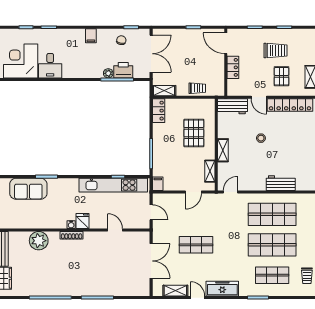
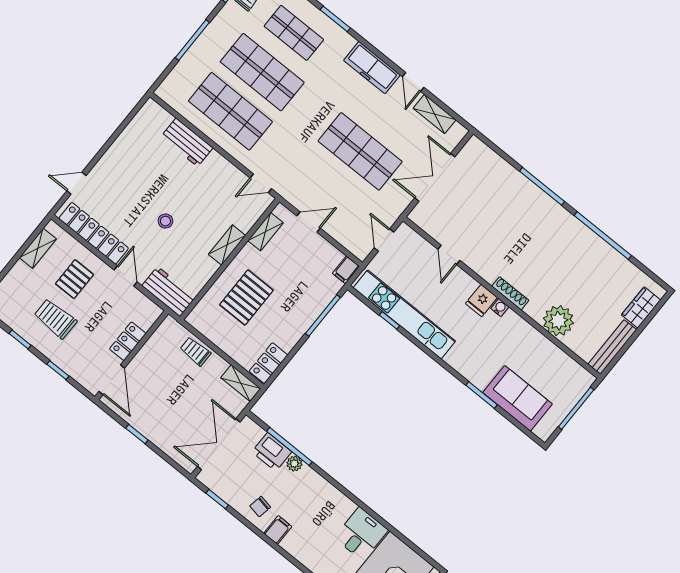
chair: (121, 40) -> (260, 507), moved
shop shelf: (196, 245) -> (360, 151), width x1.43, depth x1.36

